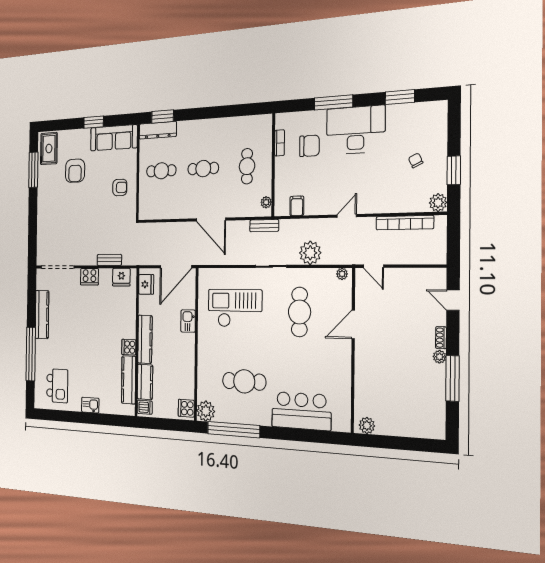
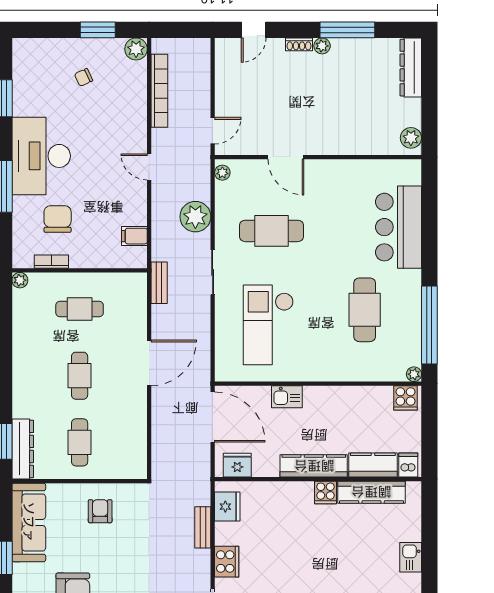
plant: (266, 202) -> (20, 280), moved
plant: (206, 411) -> (414, 374), width x0.53, depth x0.53
dresser: (422, 429) -> (411, 68), added

